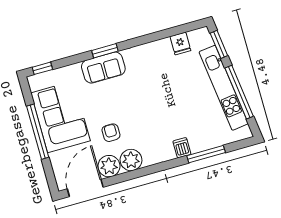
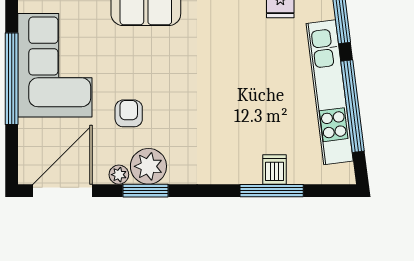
dishwasher: (182, 148) -> (275, 169), moved
plant: (109, 166) -> (119, 175), width x0.53, depth x0.53
window: (133, 174) -> (146, 191), added

